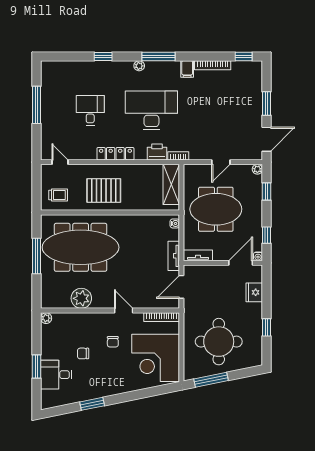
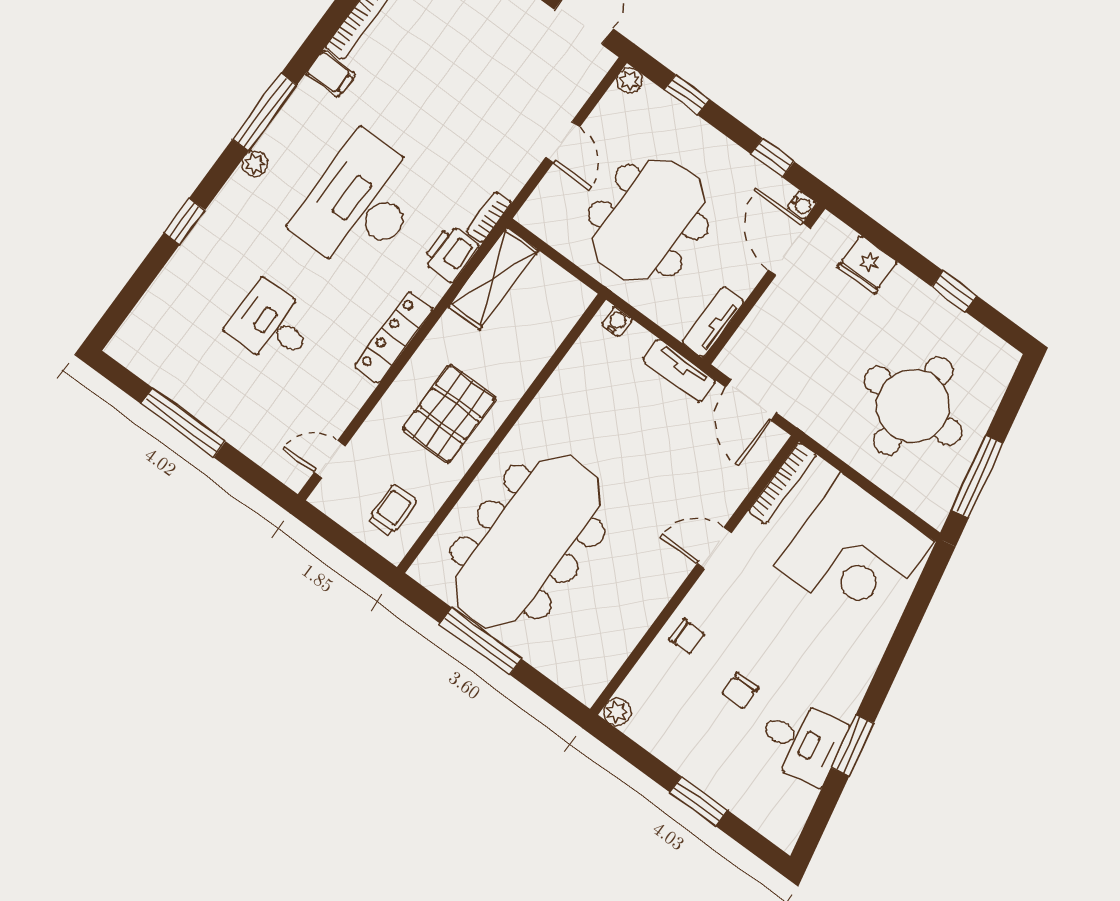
shelving: (171, 184) -> (493, 278), moved, turned 90
plant: (81, 298) -> (629, 614), removed
chair: (113, 342) -> (687, 636), moved
desk: (56, 375) -> (801, 742), moved, turned -101

